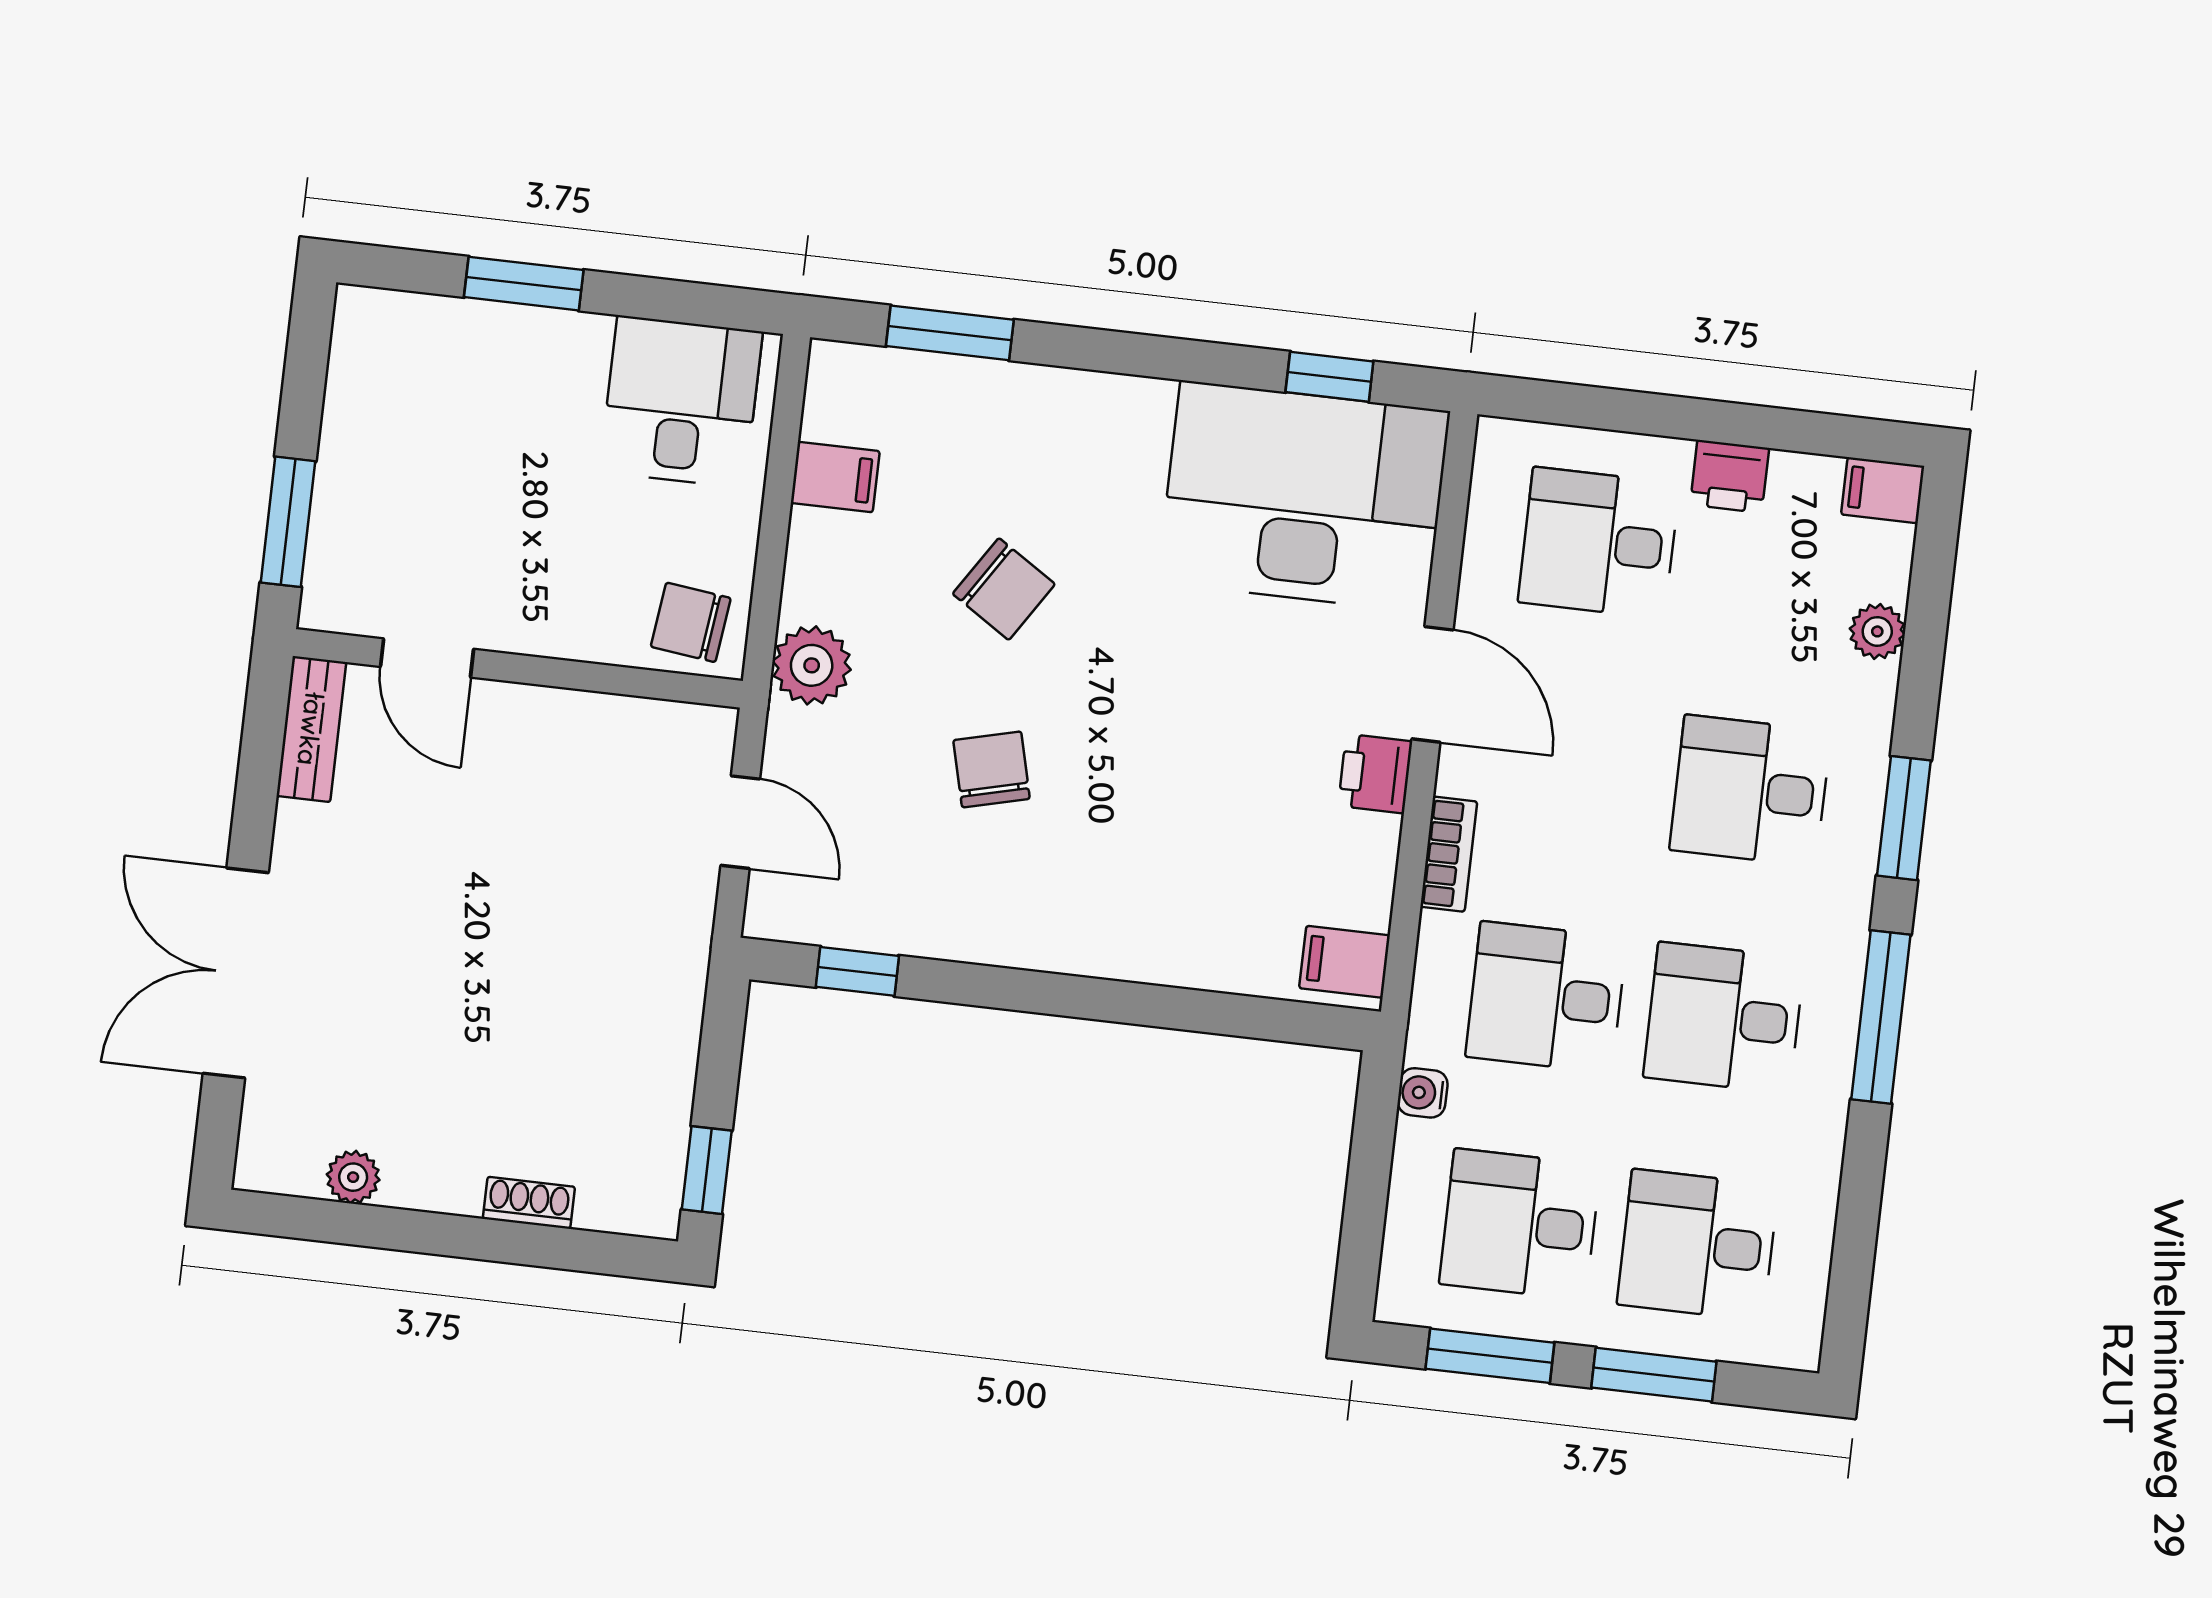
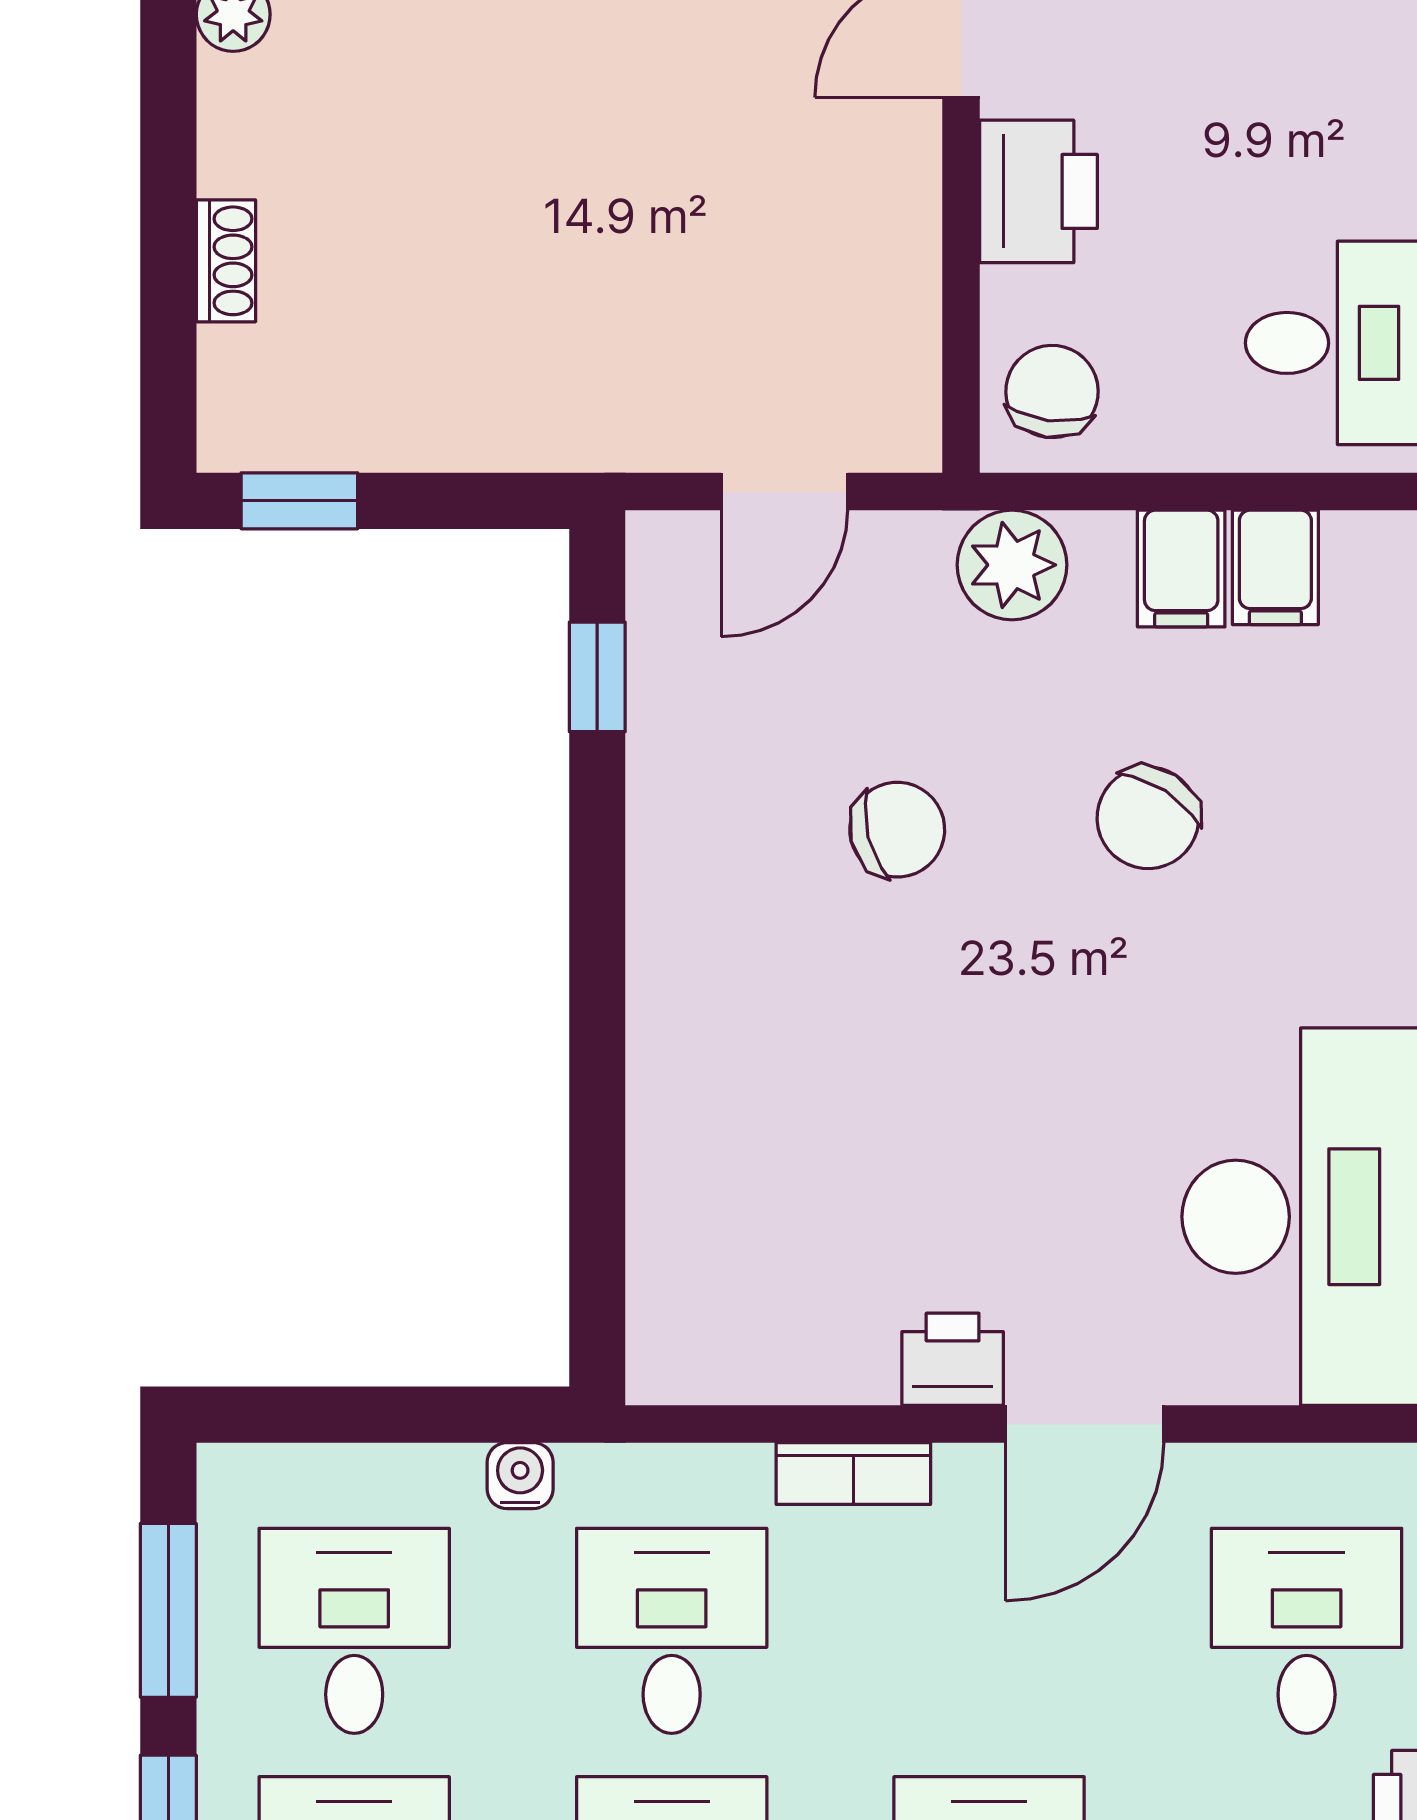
printer: (546, 615) -> (1038, 191), added
filing cabinet: (1344, 962) -> (1181, 569), moved, turned 180

